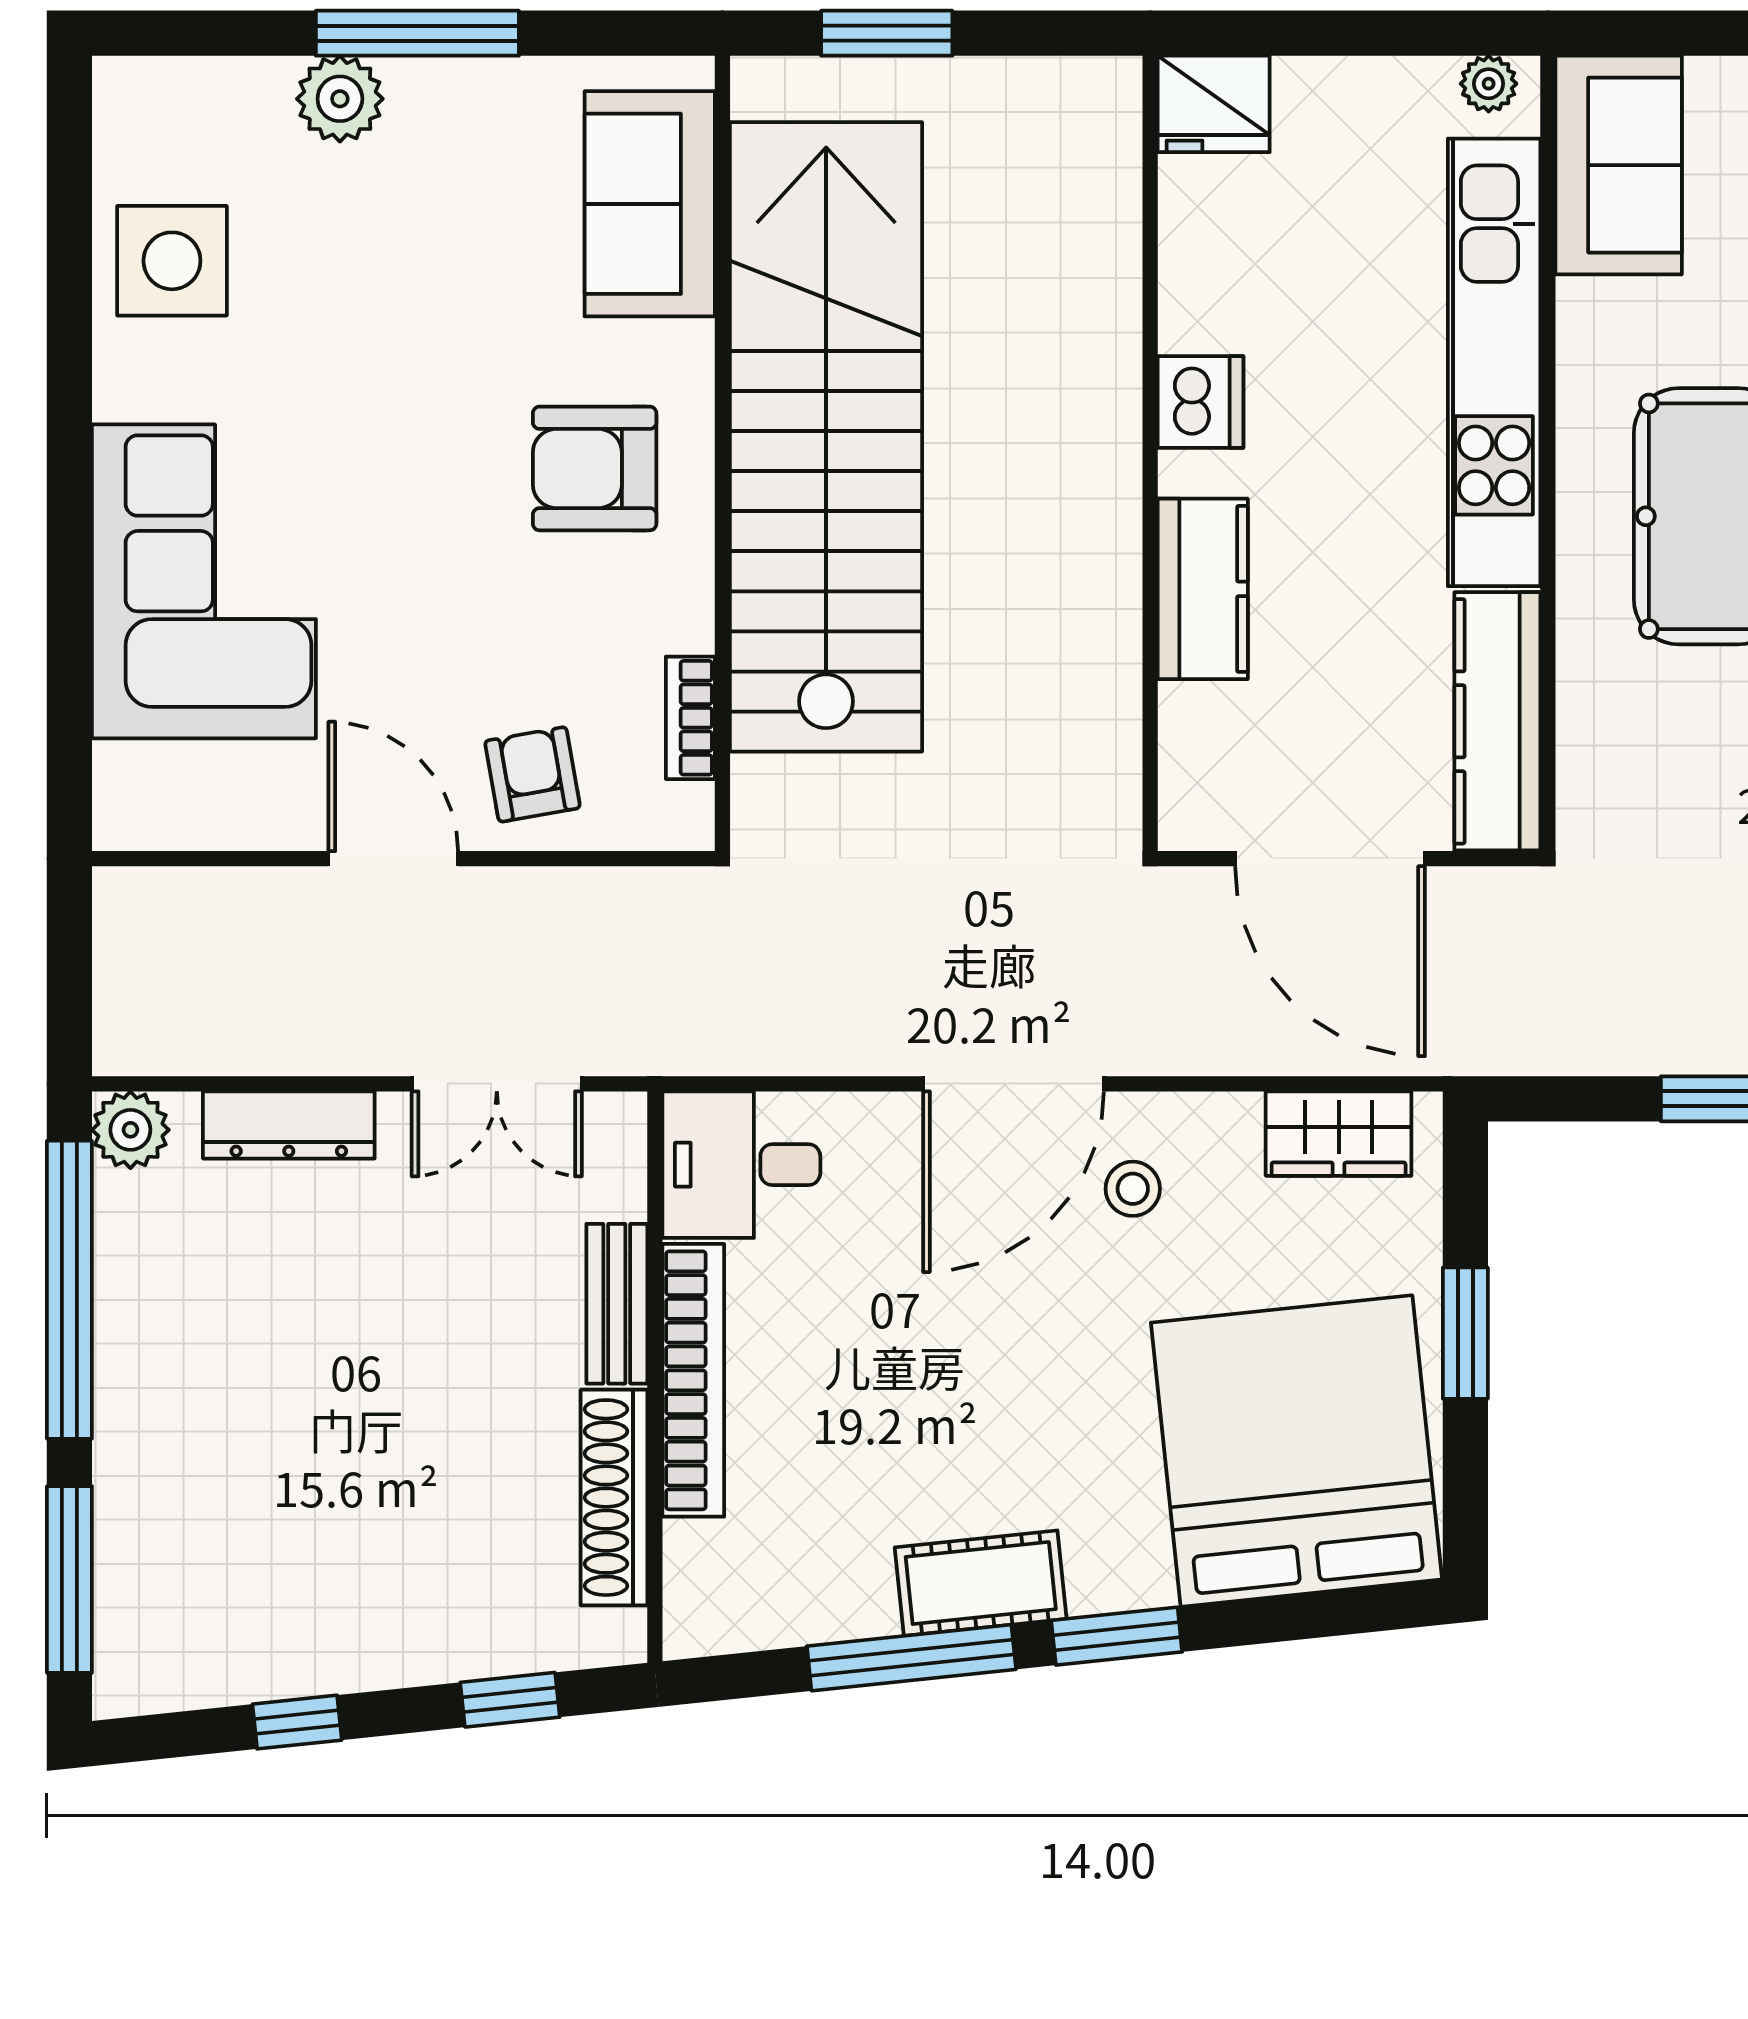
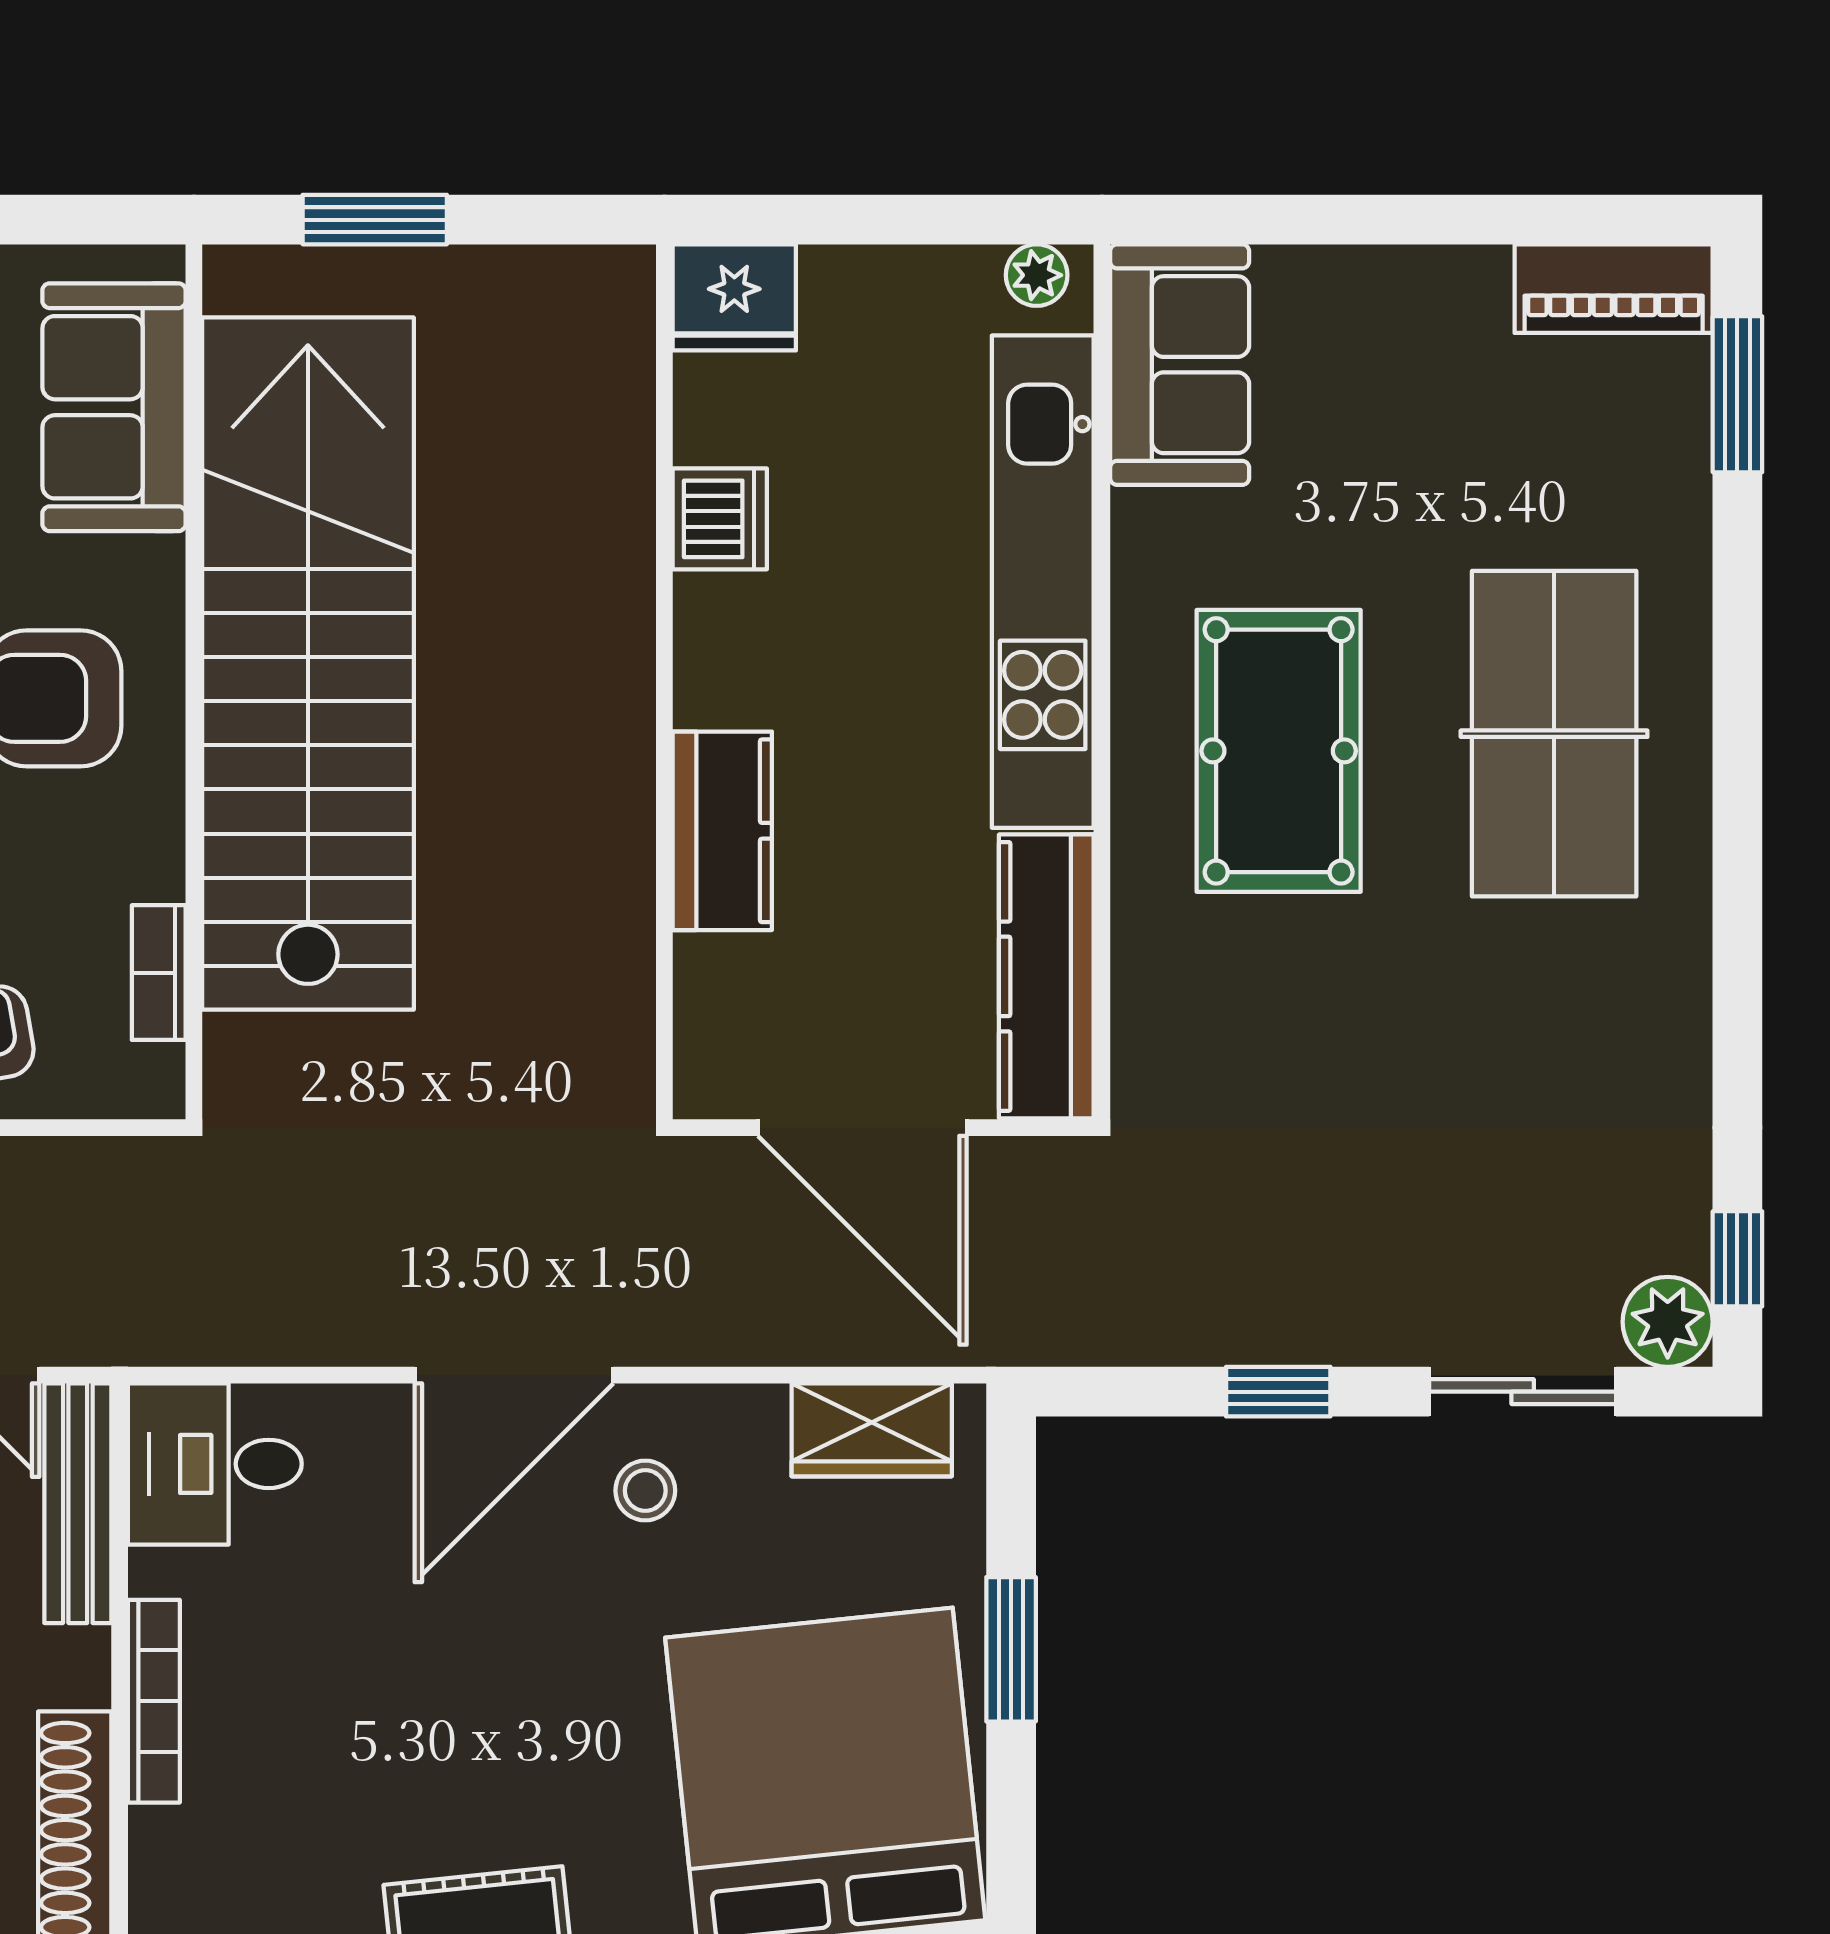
dishwasher: (1200, 402) -> (720, 519), moved
bench: (617, 1304) -> (78, 1503), moved, width x1.36
bookcase: (693, 1380) -> (154, 1701), width x0.68, depth x0.76

